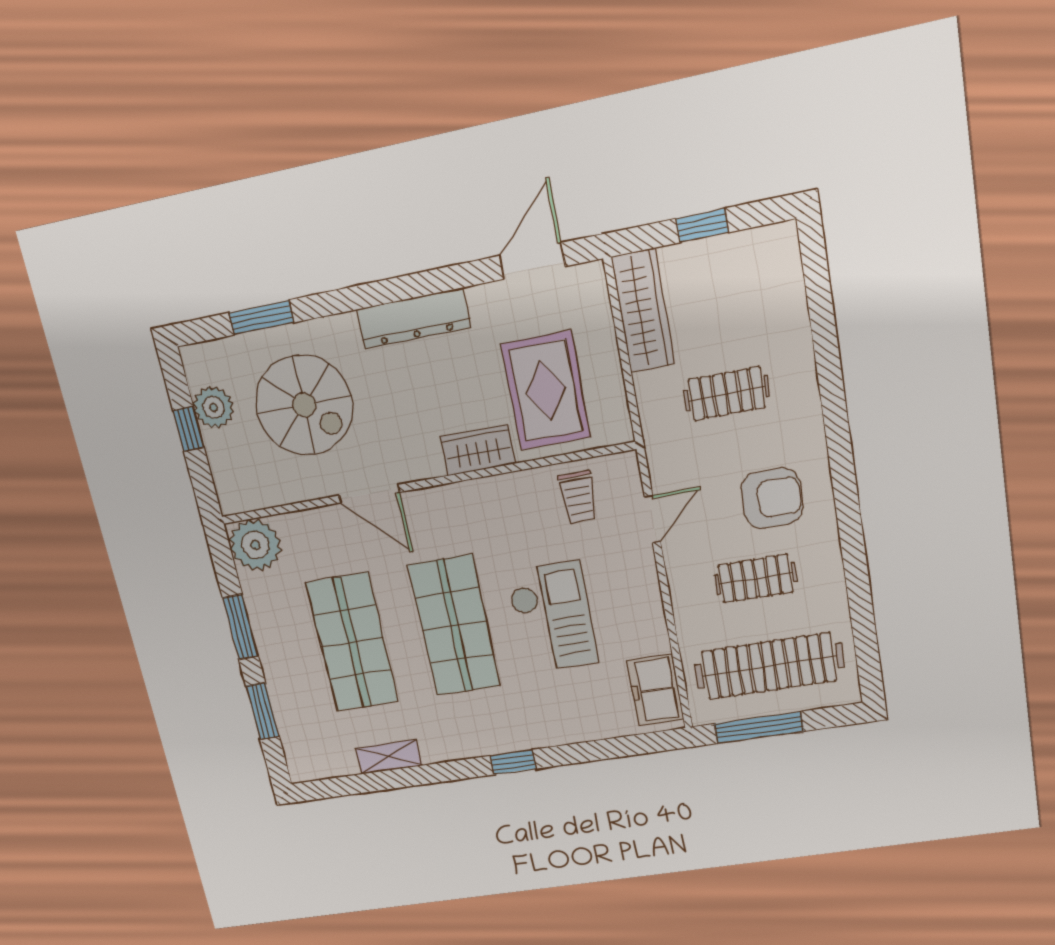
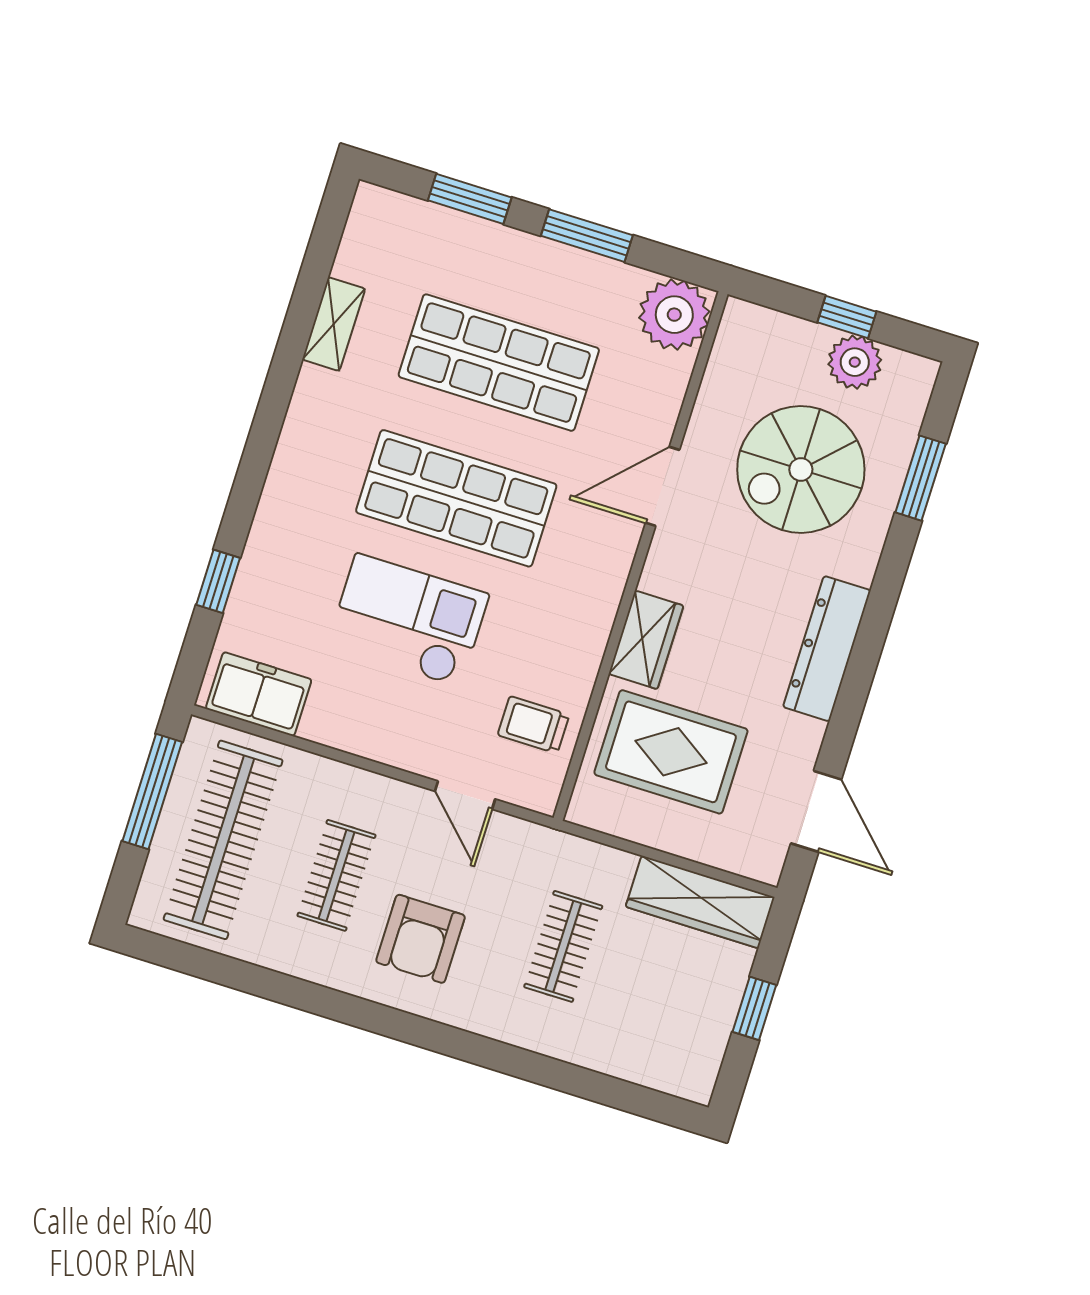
checkout: (552, 617) -> (408, 620), turned 180
window: (513, 762) -> (218, 581), moved

